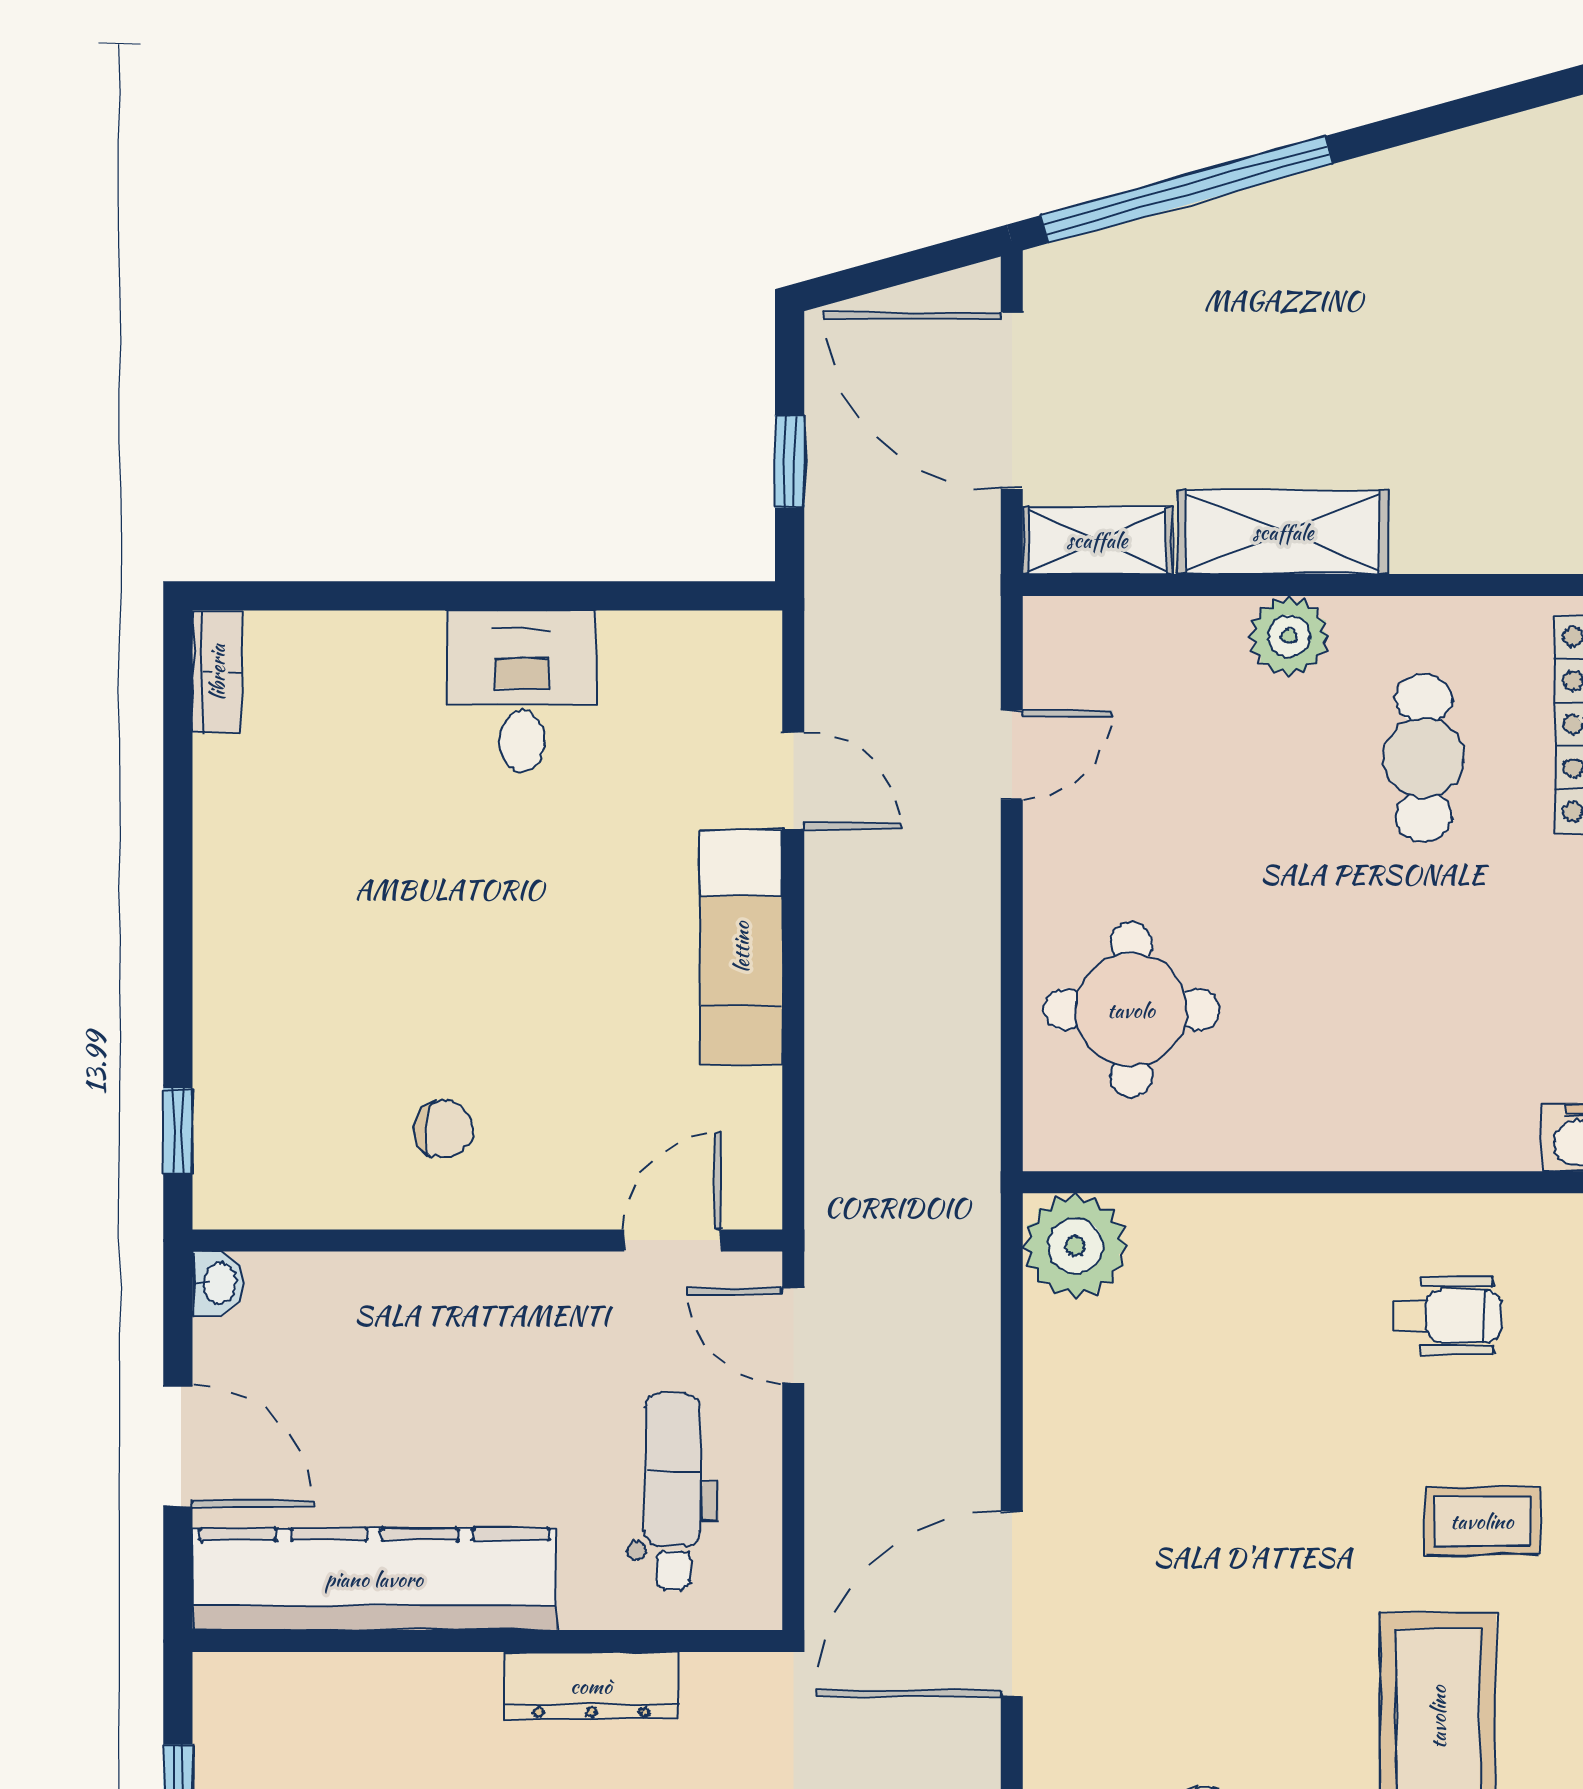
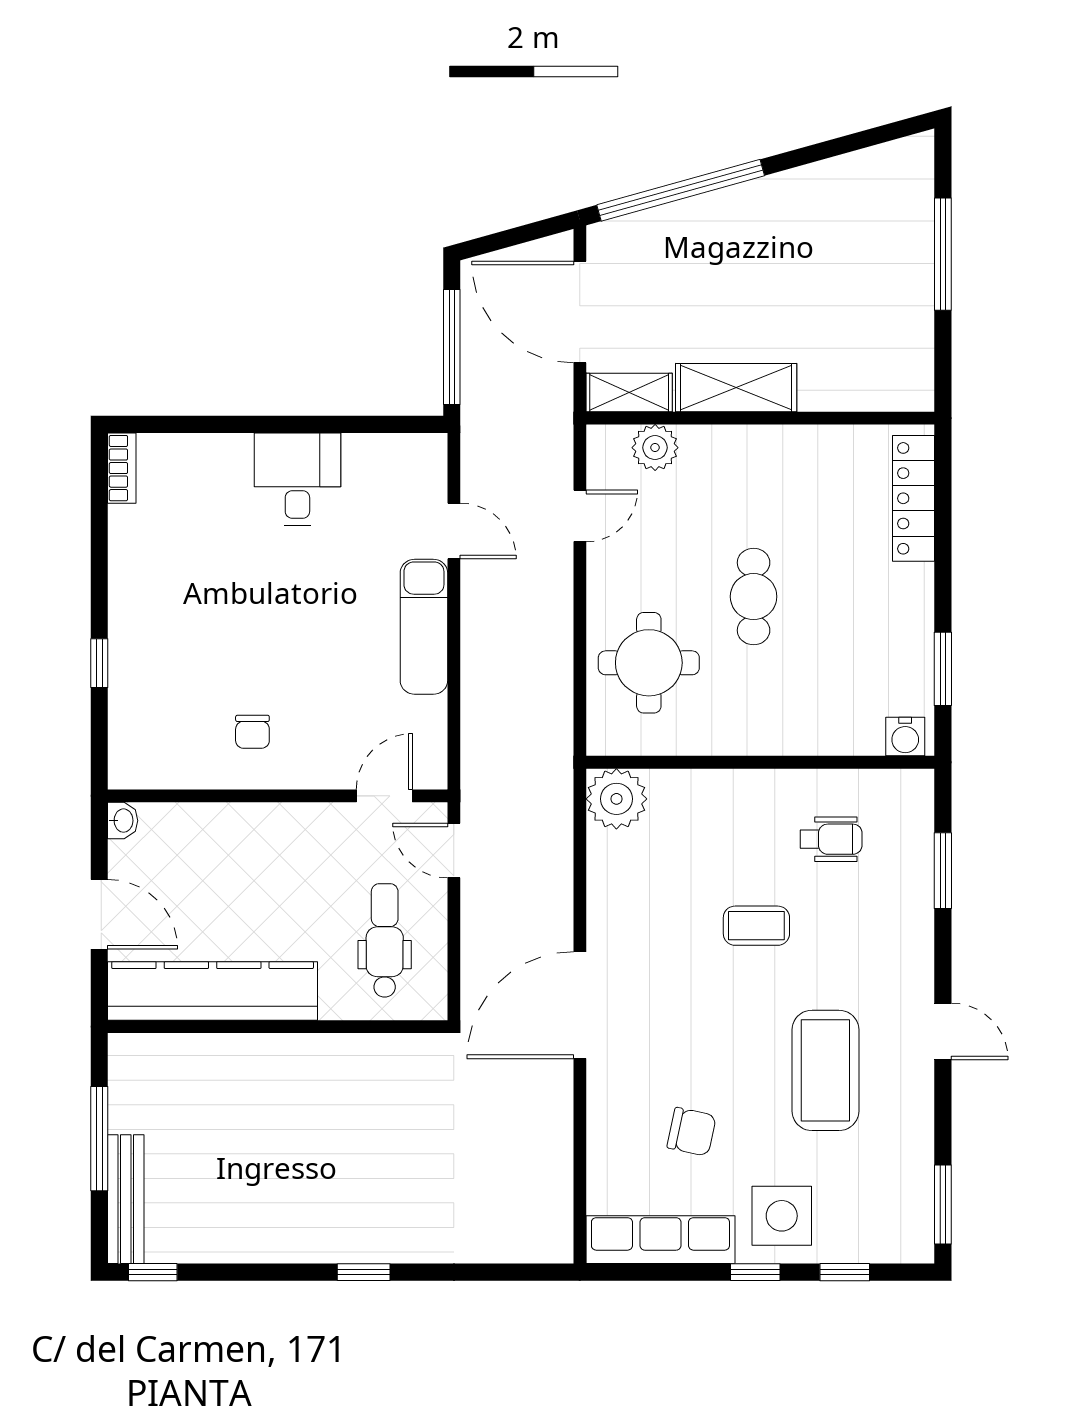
window: (790, 461) -> (452, 347), width x2.17
plant: (1289, 636) -> (655, 448), moved
cafe table: (1424, 758) -> (754, 597), moved
chair: (444, 1129) -> (252, 732), turned 84
window: (178, 1131) -> (99, 663), moved
coffee table: (1482, 1521) -> (756, 926), moved
dresser: (591, 1686) -> (338, 1052), removed

